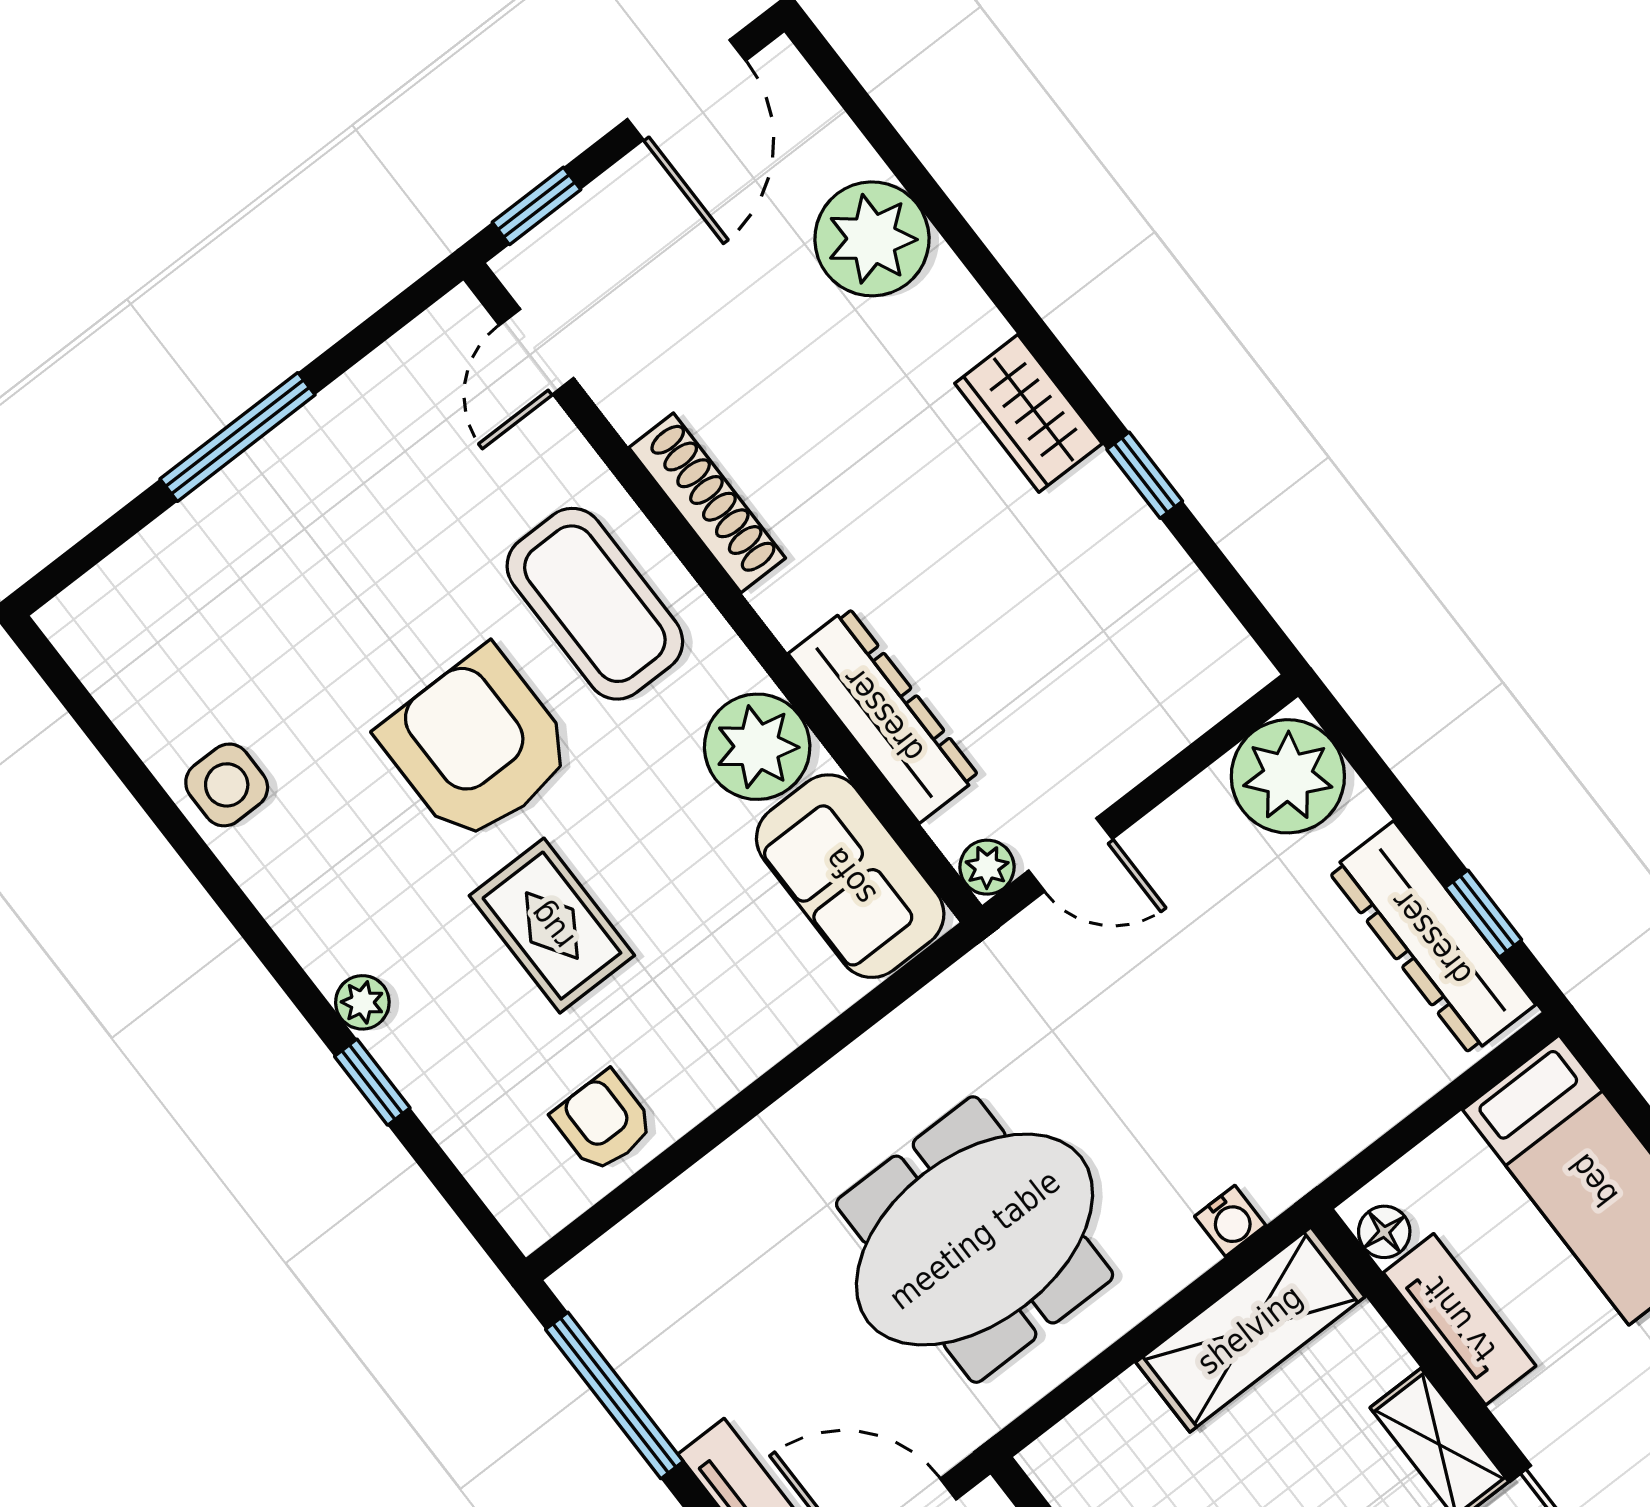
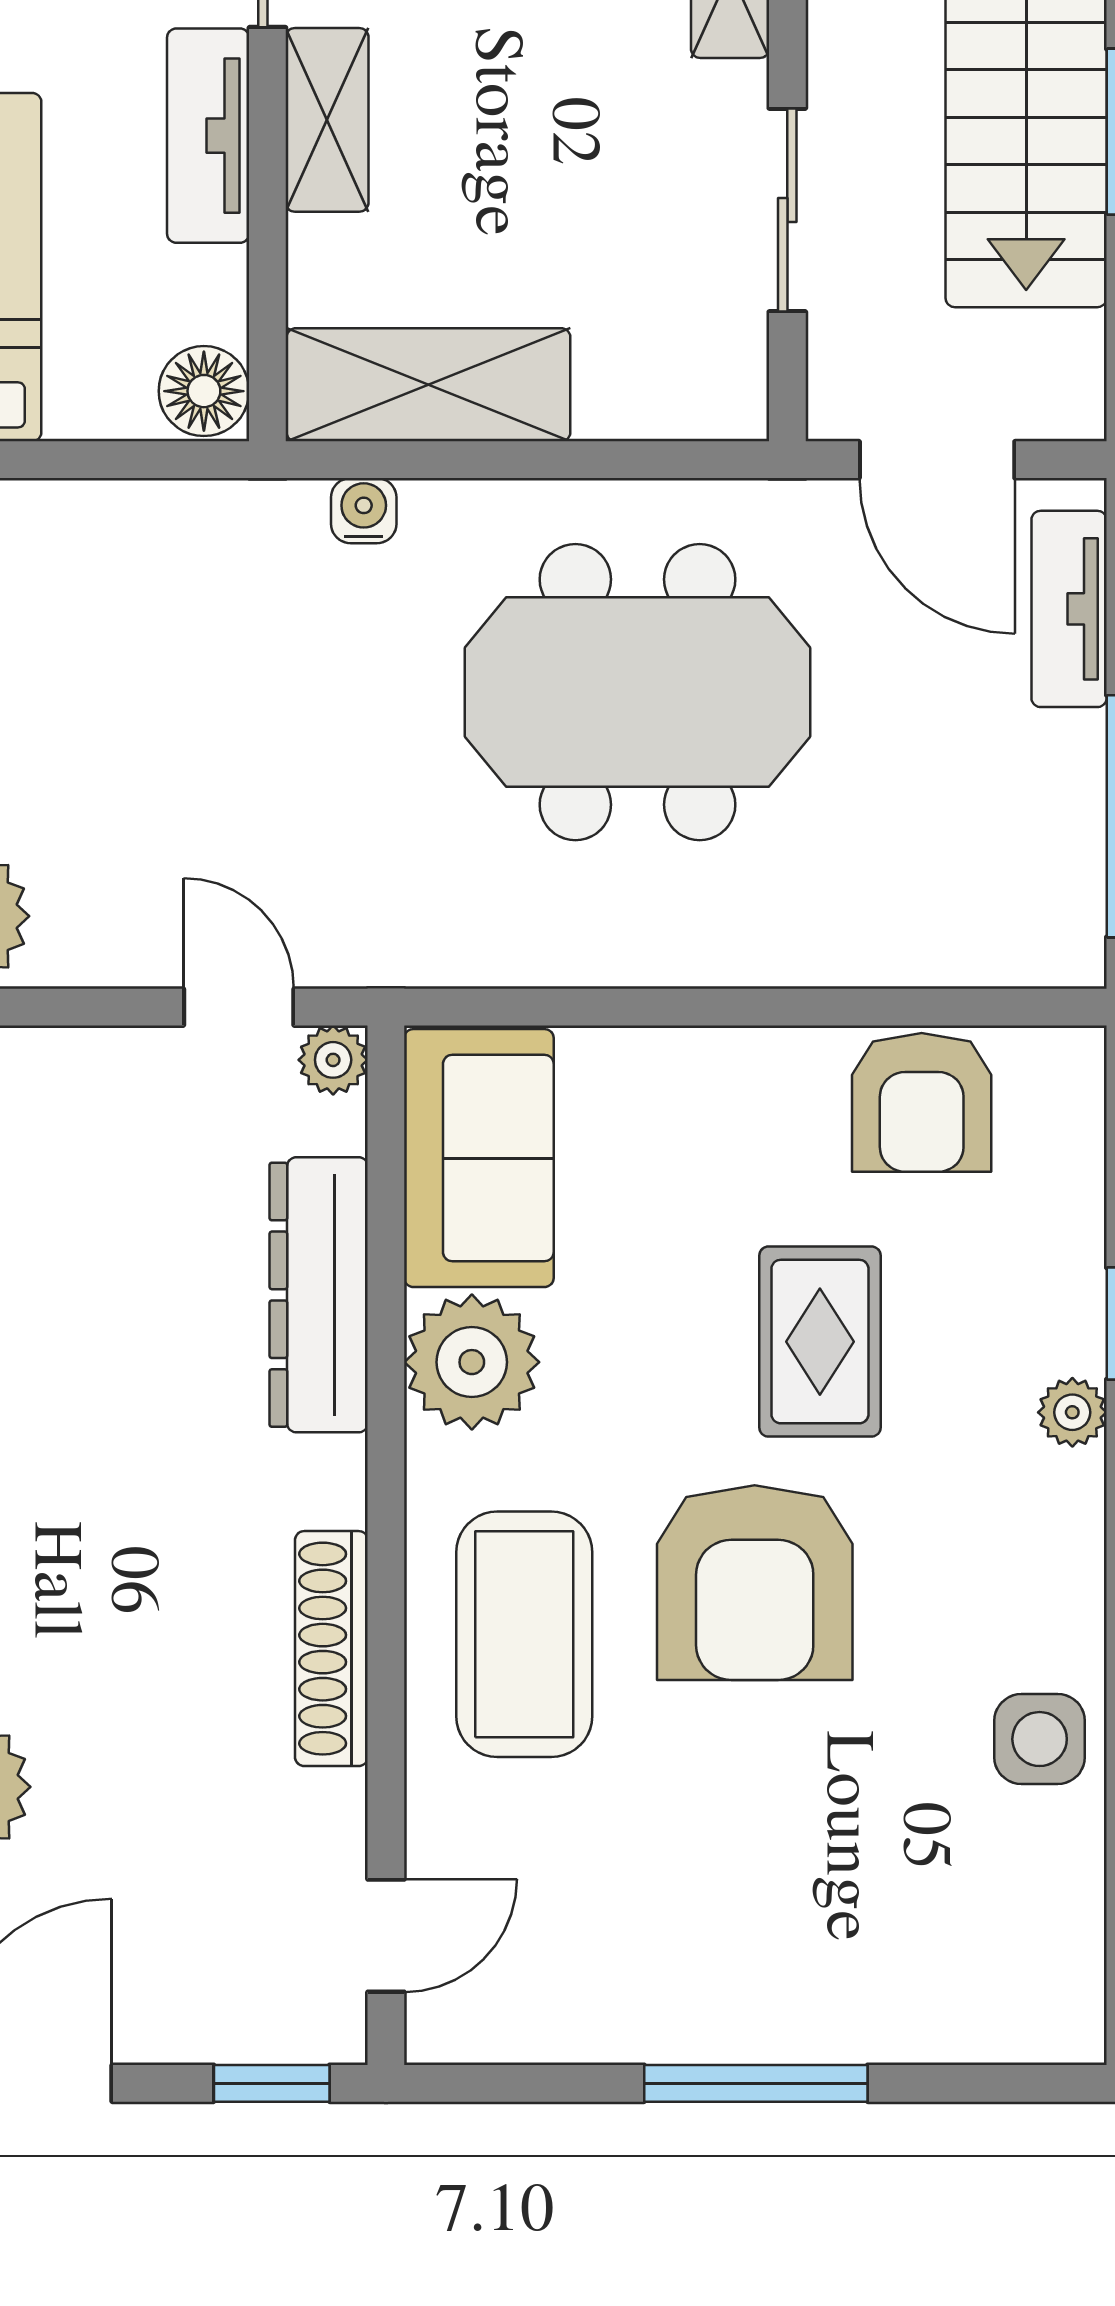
armchair: (603, 1122) -> (922, 1102), width x1.38, depth x1.38
floor lamp: (1384, 1232) -> (204, 391), width x1.37, depth x1.37
tv unit: (1460, 1319) -> (208, 136), moved

